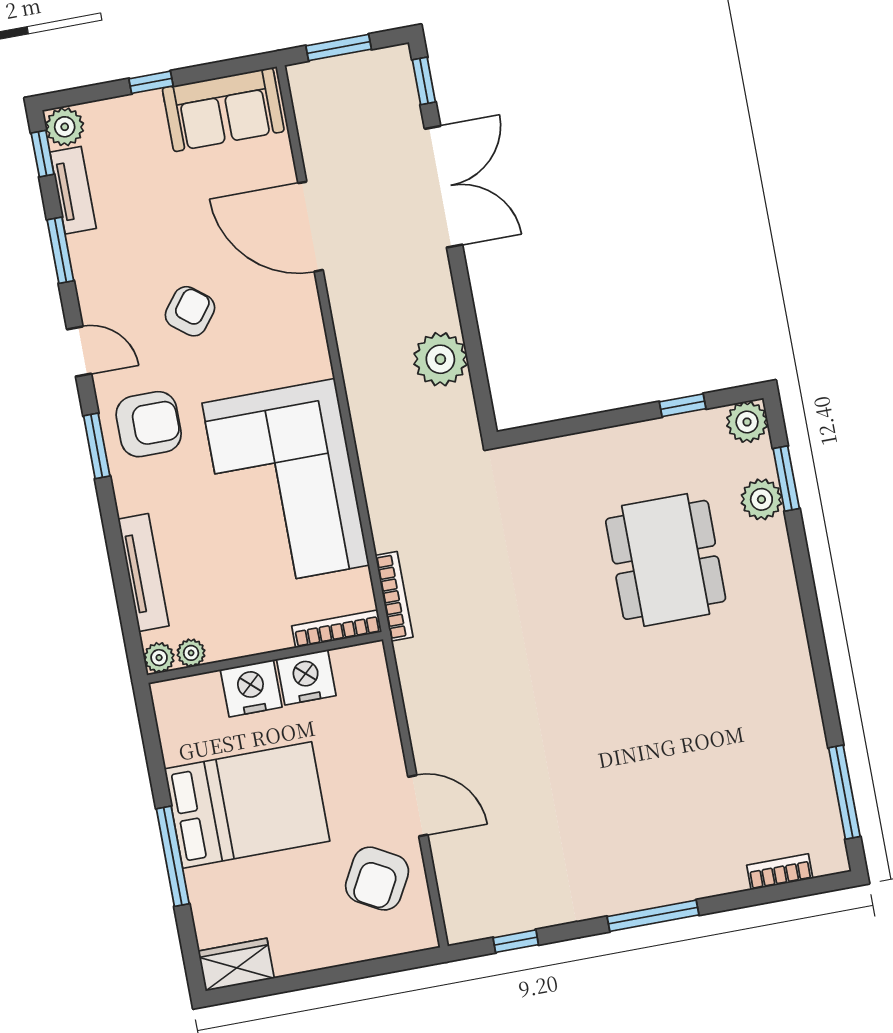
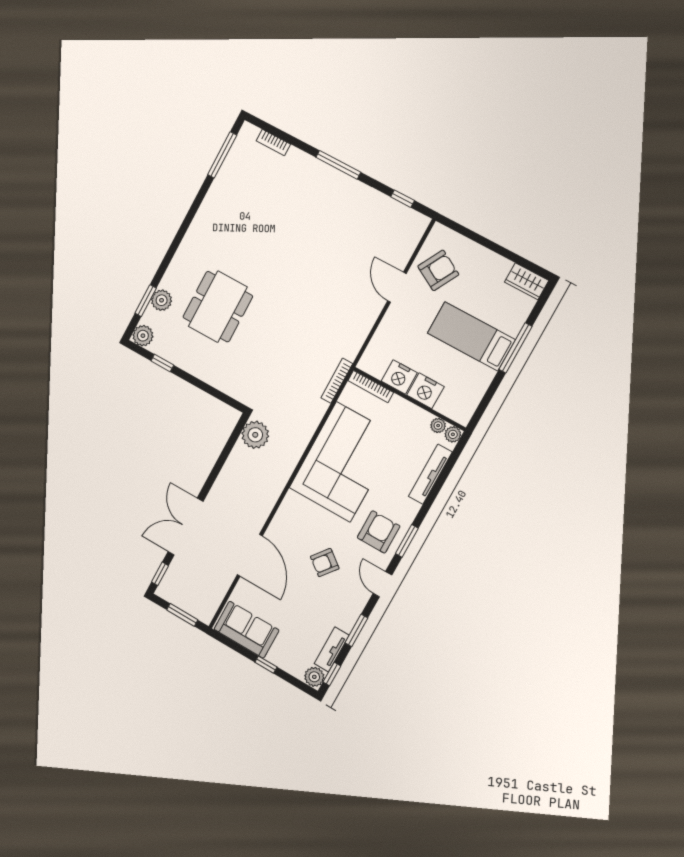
plant: (440, 359) -> (255, 435), moved
armchair: (149, 424) -> (379, 532), turned 90
bed: (247, 805) -> (471, 336), width x0.67

